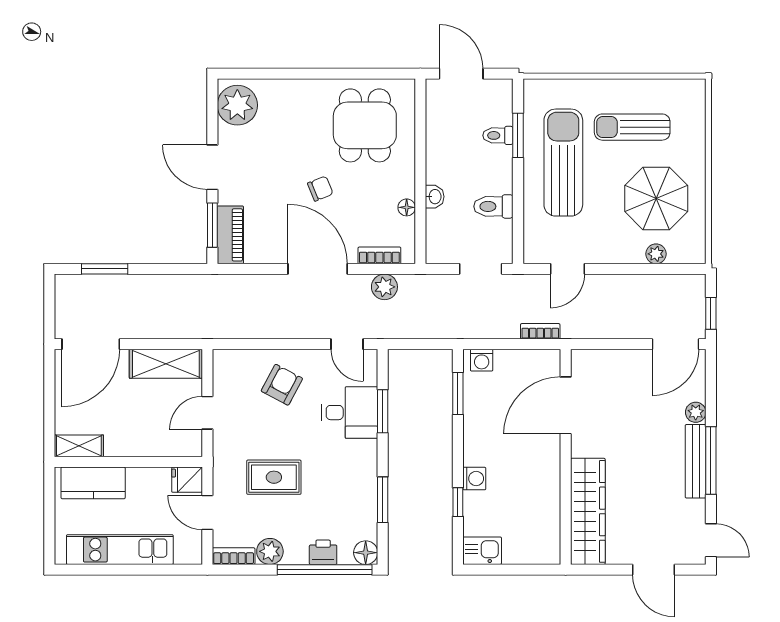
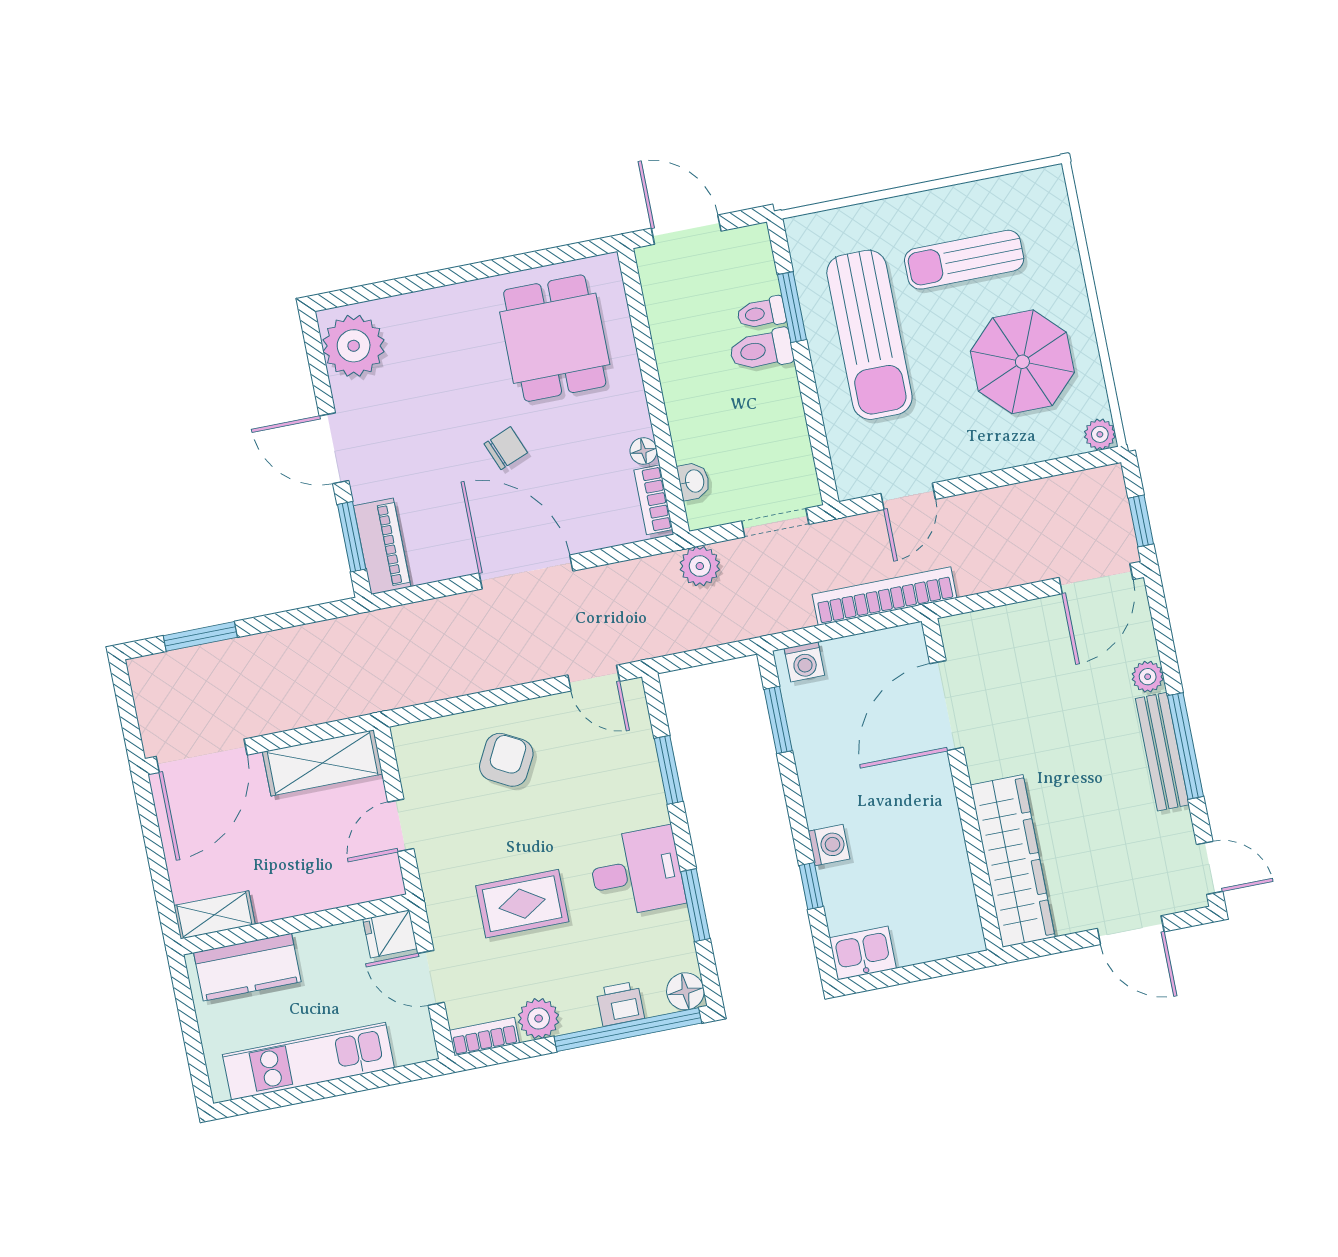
sun lounger: (563, 163) -> (869, 335), turned 180
washbasin: (435, 197) -> (694, 481), moved
toilet: (493, 206) -> (761, 350), moved
plant: (656, 254) -> (1100, 434), moved
bookcase: (379, 255) -> (653, 500), moved, turned -90
plant: (384, 287) -> (700, 566), moved
bookcase: (540, 331) -> (885, 596), width x2.31, depth x1.31
desk: (350, 413) -> (636, 872), moved

